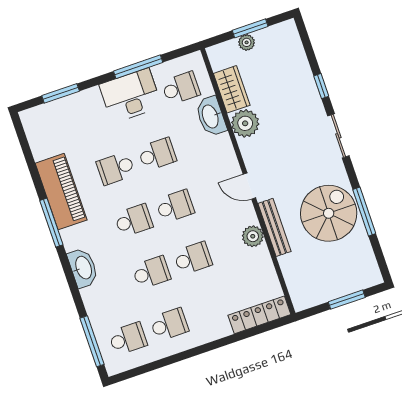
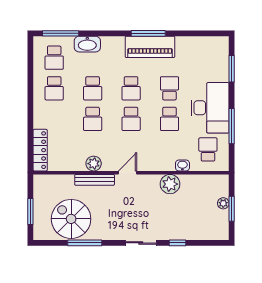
school desk: (181, 88) -> (208, 149), turned 180
wardrobe: (232, 89) -> (196, 183), removed
desk: (130, 96) -> (210, 108), width x1.36, depth x1.30
washbasin: (211, 116) -> (182, 165), width x0.52, depth x0.69
piano: (61, 192) -> (150, 47), moved
spiral stairs: (329, 213) -> (71, 219), moved, turned 180
washbasin: (83, 268) -> (87, 44), moved

